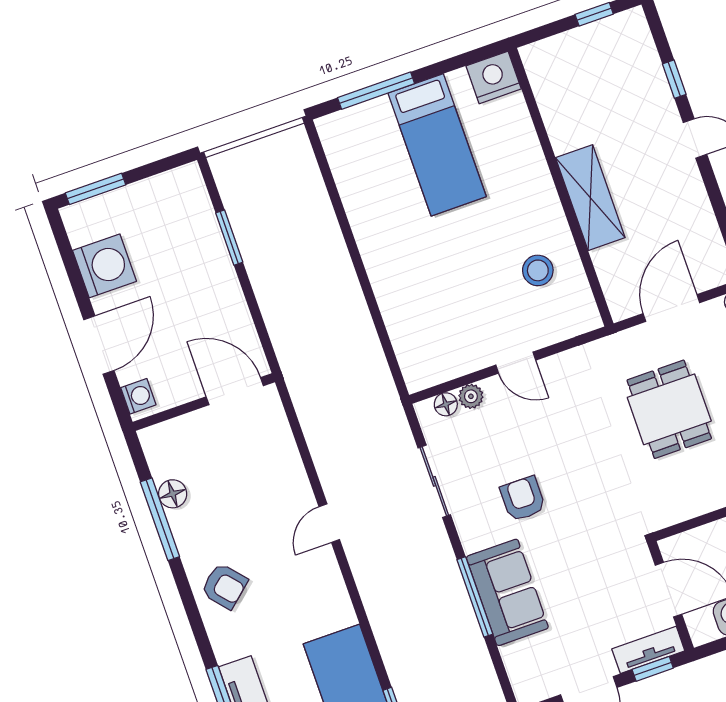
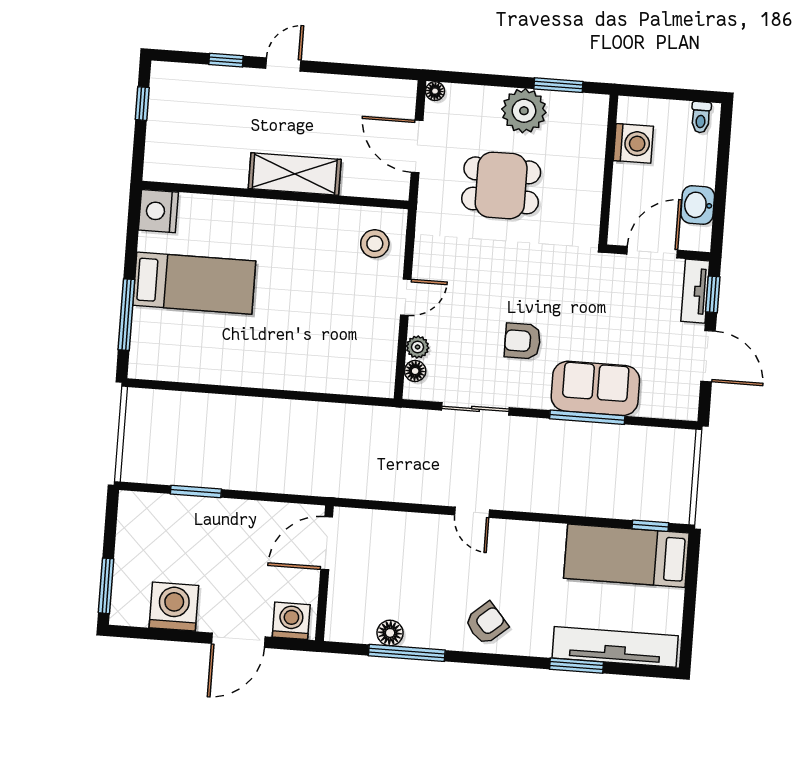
stool: (538, 270) -> (375, 244), moved
door: (99, 345) -> (238, 640), swing flipped
washing machine: (138, 396) -> (291, 621), width x1.38, depth x1.38

